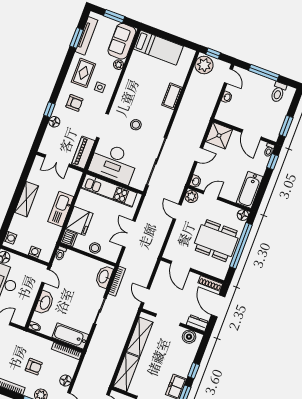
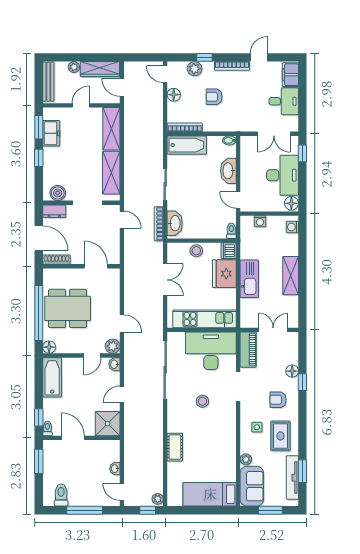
plant: (204, 65) -> (158, 499), width x0.53, depth x0.53

